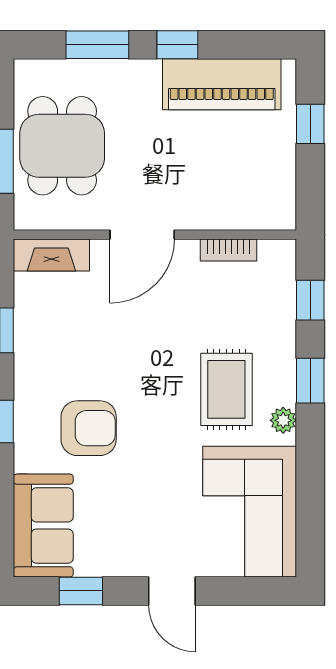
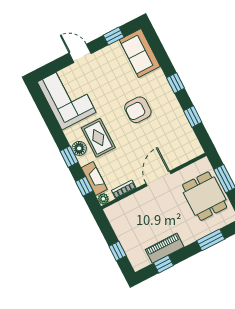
window: (177, 45) -> (163, 264), moved
piano: (222, 84) -> (165, 248), width x0.73, depth x0.75
fireplace: (51, 255) -> (94, 178), moved, turned 90
floor lamp: (279, 387) -> (79, 148), added
plant: (283, 420) -> (103, 199), moved
armchair: (89, 428) -> (138, 110), moved

